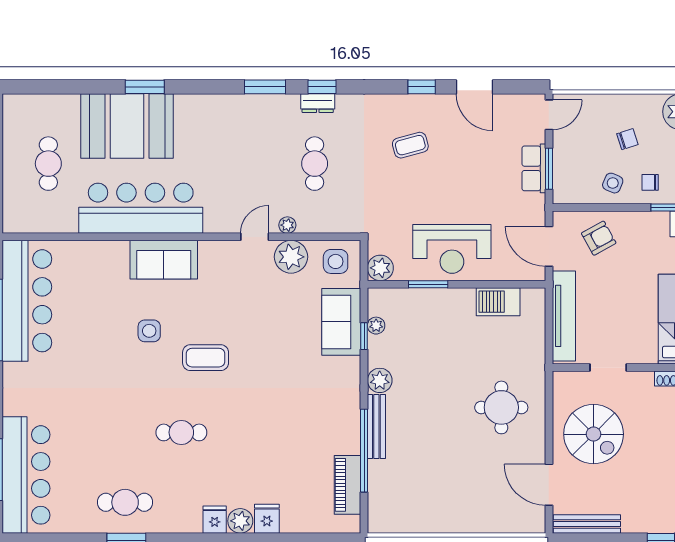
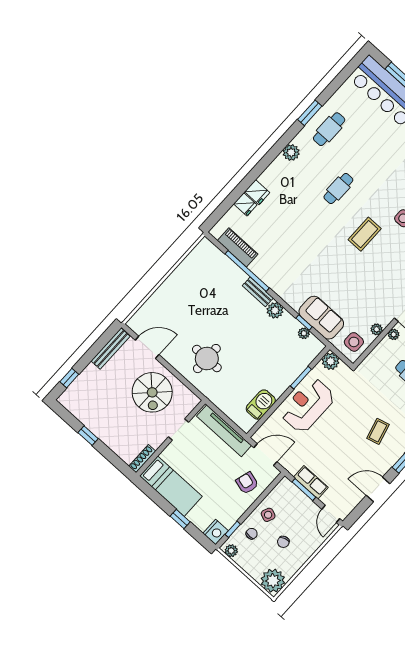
armchair: (599, 238) -> (247, 483), turned 135
plant: (291, 257) -> (377, 329), width x0.53, depth x0.53
bench: (376, 426) -> (258, 292), width x0.73
spiral stairs: (594, 434) -> (152, 392), turned -90
fridge: (215, 520) -> (245, 204), moved
plant: (240, 521) -> (291, 152), moved

